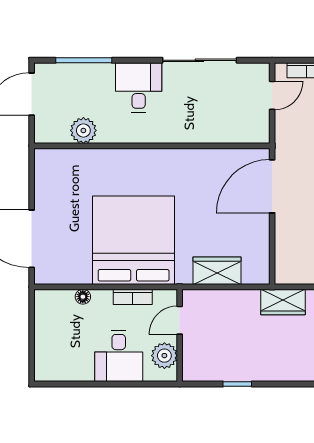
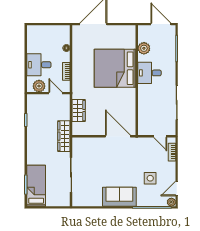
desk: (139, 87) -> (149, 73), moved, turned 180
bed: (134, 240) -> (115, 68), moved, turned 180
wardrobe: (283, 302) -> (64, 136), width x1.50

